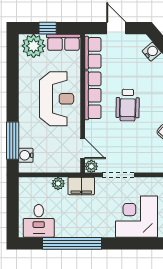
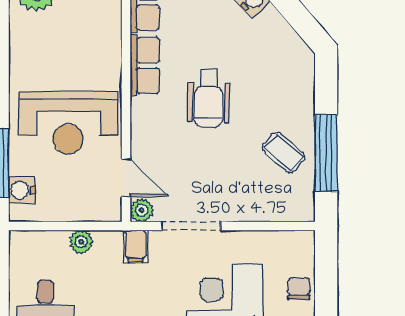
row of seats: (93, 95) -> (145, 65), width x0.68
reception desk: (57, 99) -> (68, 123), moved, turned 90
filing cabinet: (81, 186) -> (135, 246), width x0.50

